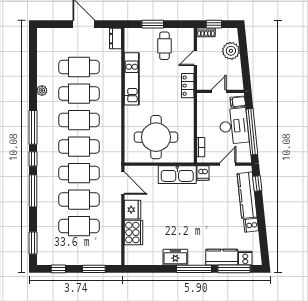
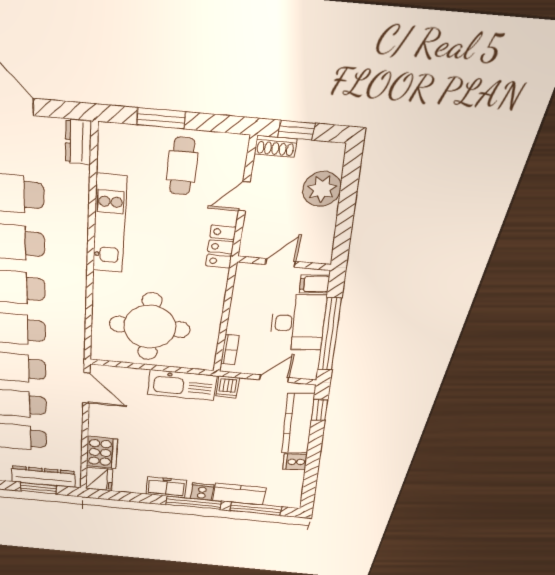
fridge: (133, 210) -> (99, 479), moved
dresser: (97, 258) -> (43, 477), added
cooker: (245, 258) -> (202, 492), moved

